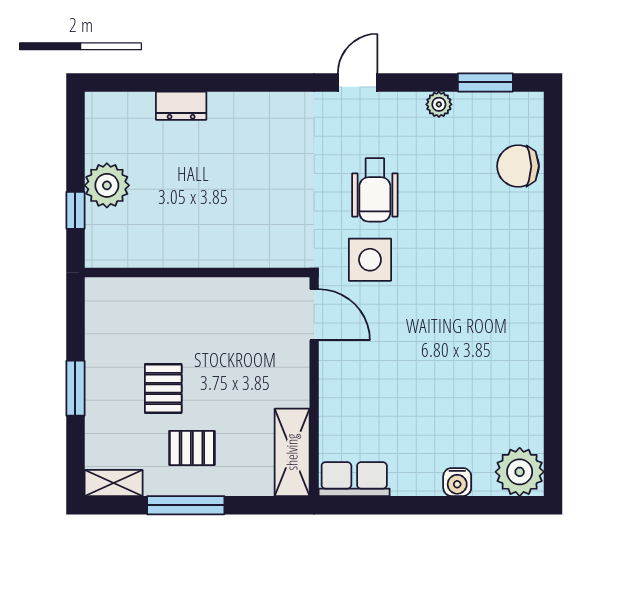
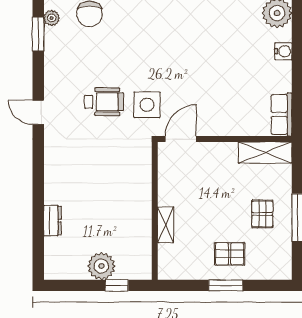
plant: (439, 104) -> (52, 18), moved
pallet: (163, 388) -> (230, 254), moved
shelving: (114, 483) -> (166, 225), moved

